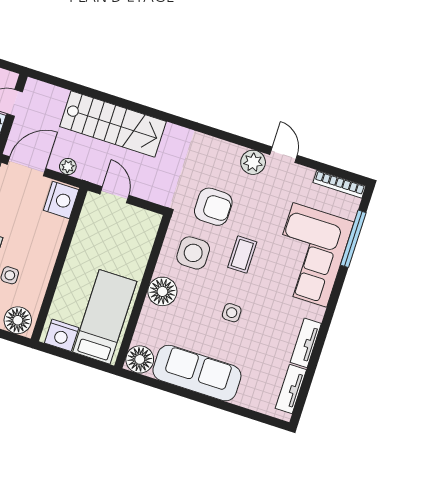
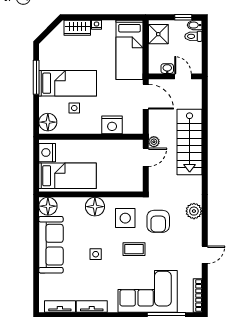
plant: (253, 162) -> (194, 211), moved
plant: (68, 167) -> (154, 142), moved
nightstand: (61, 200) -> (112, 125), moved

